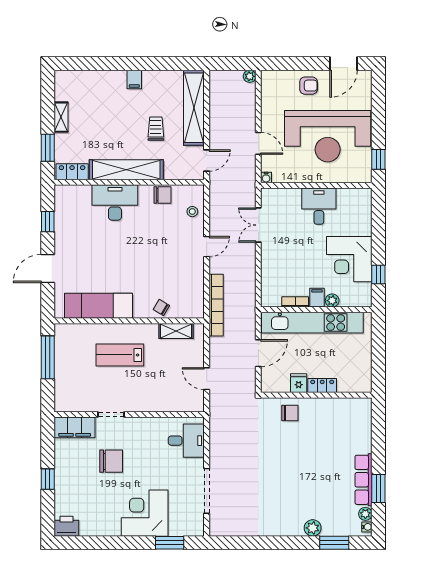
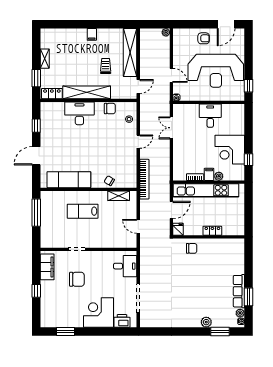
fridge: (299, 383) -> (178, 229), moved
filing cabinet: (75, 427) -> (47, 267), moved, turned -90
printer: (66, 526) -> (122, 321), moved
window: (170, 543) -> (65, 332), moved

